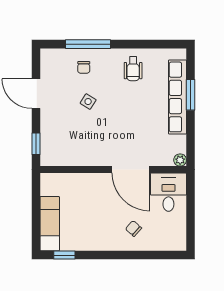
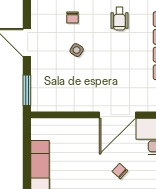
window: (36, 144) -> (27, 90), width x1.50
door: (131, 170) -> (117, 115), hinge flipped

